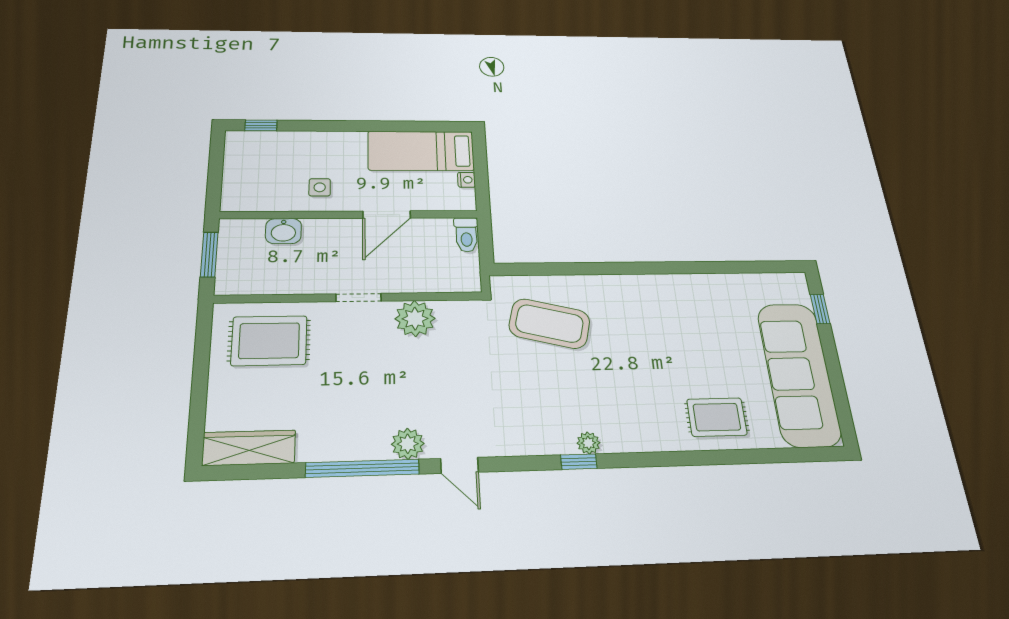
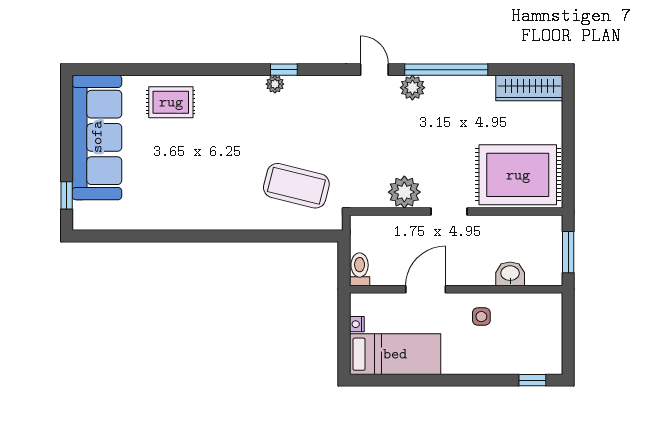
rug: (269, 341) -> (518, 175), width x1.37, depth x1.44

